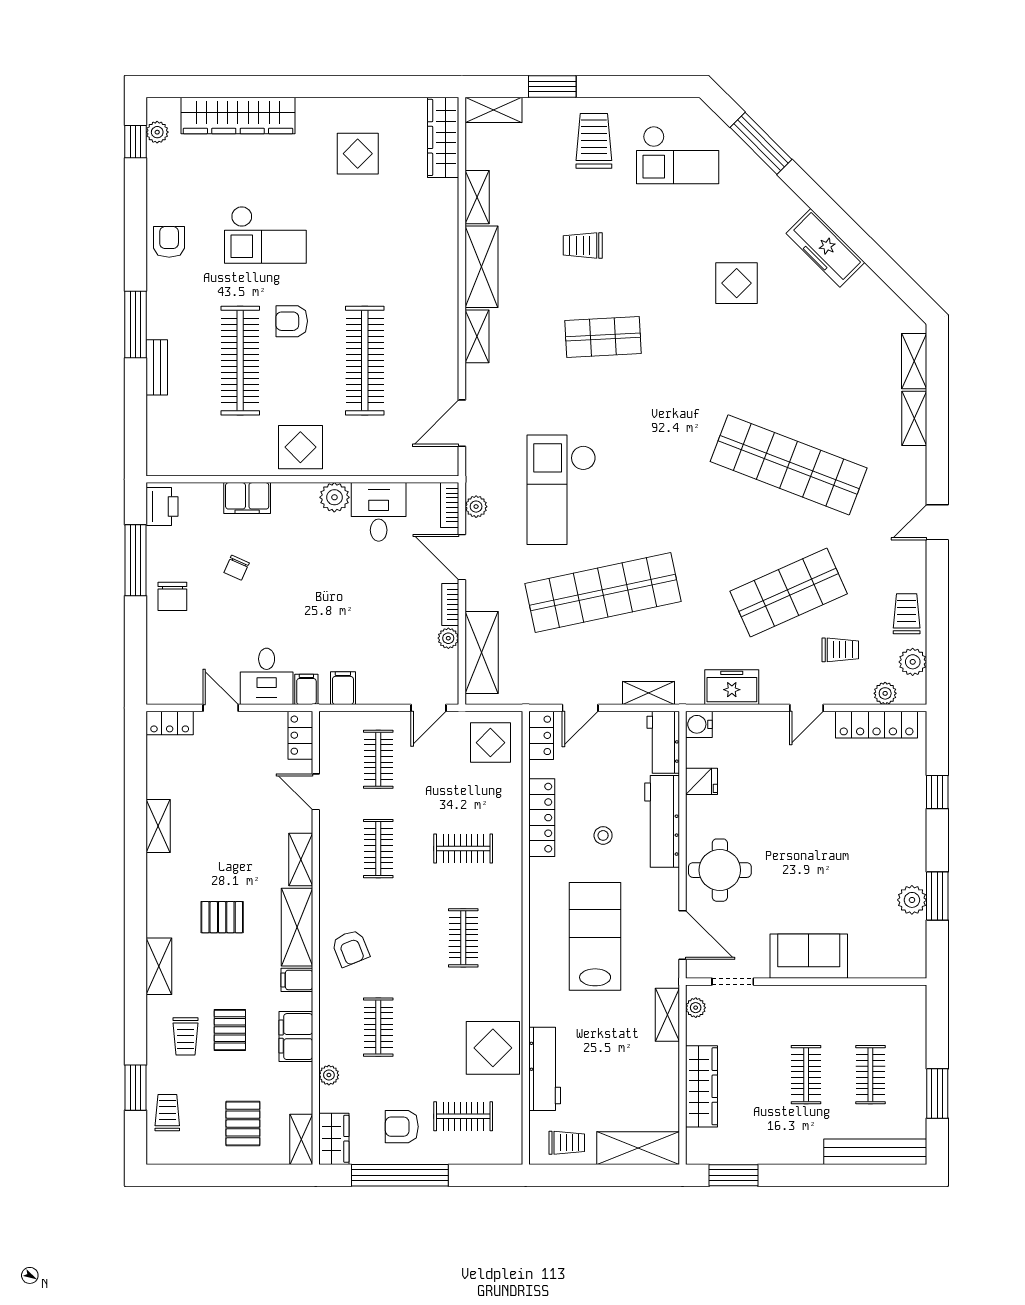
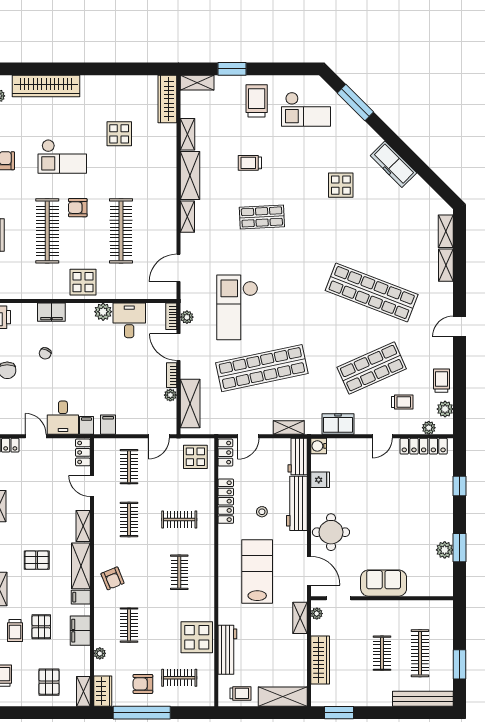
display table: (358, 154) -> (119, 134), moved
clothes rail: (870, 1075) -> (420, 653), width x1.36

